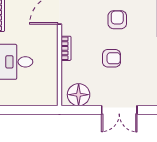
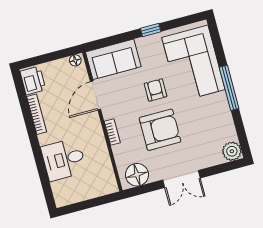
armchair: (111, 58) -> (160, 130), width x1.88, depth x1.88

